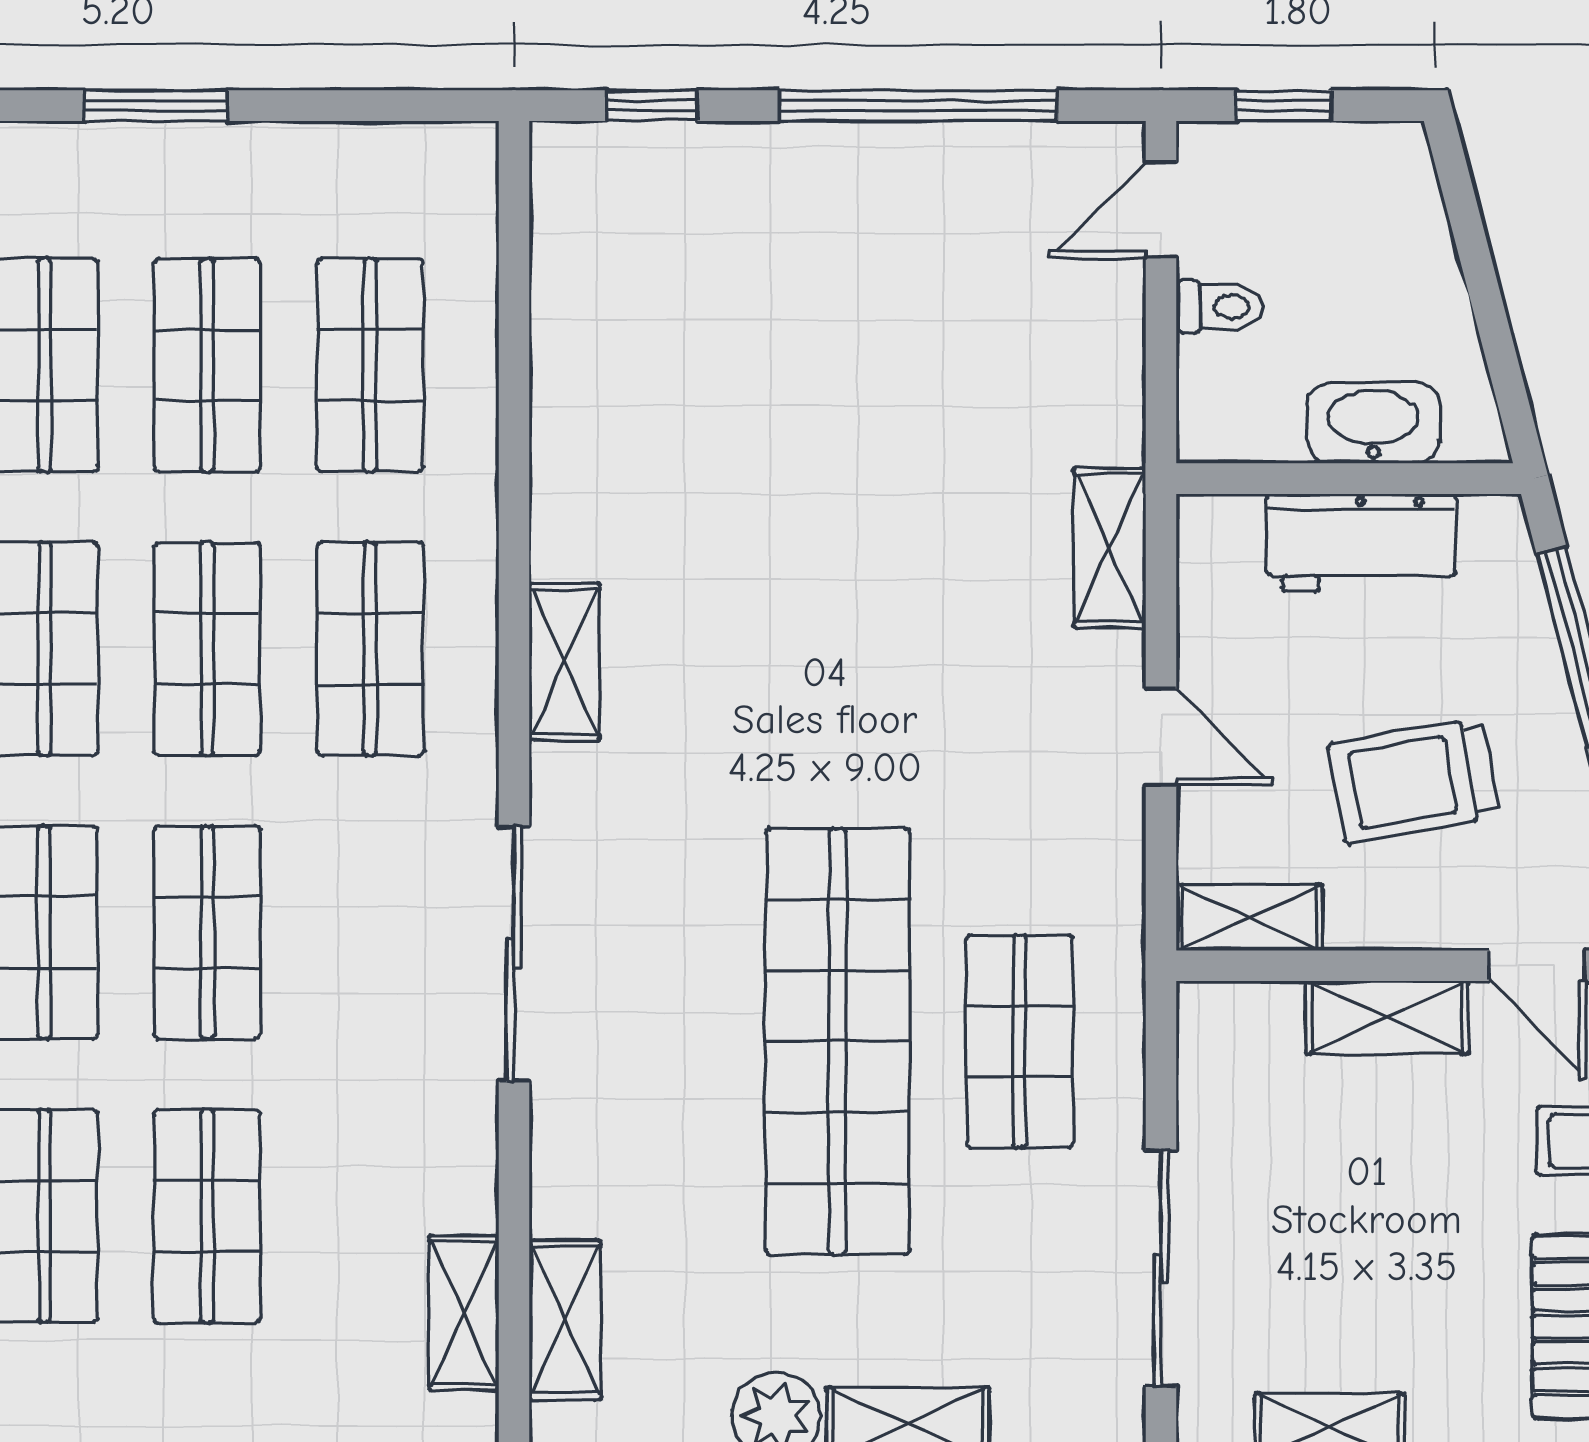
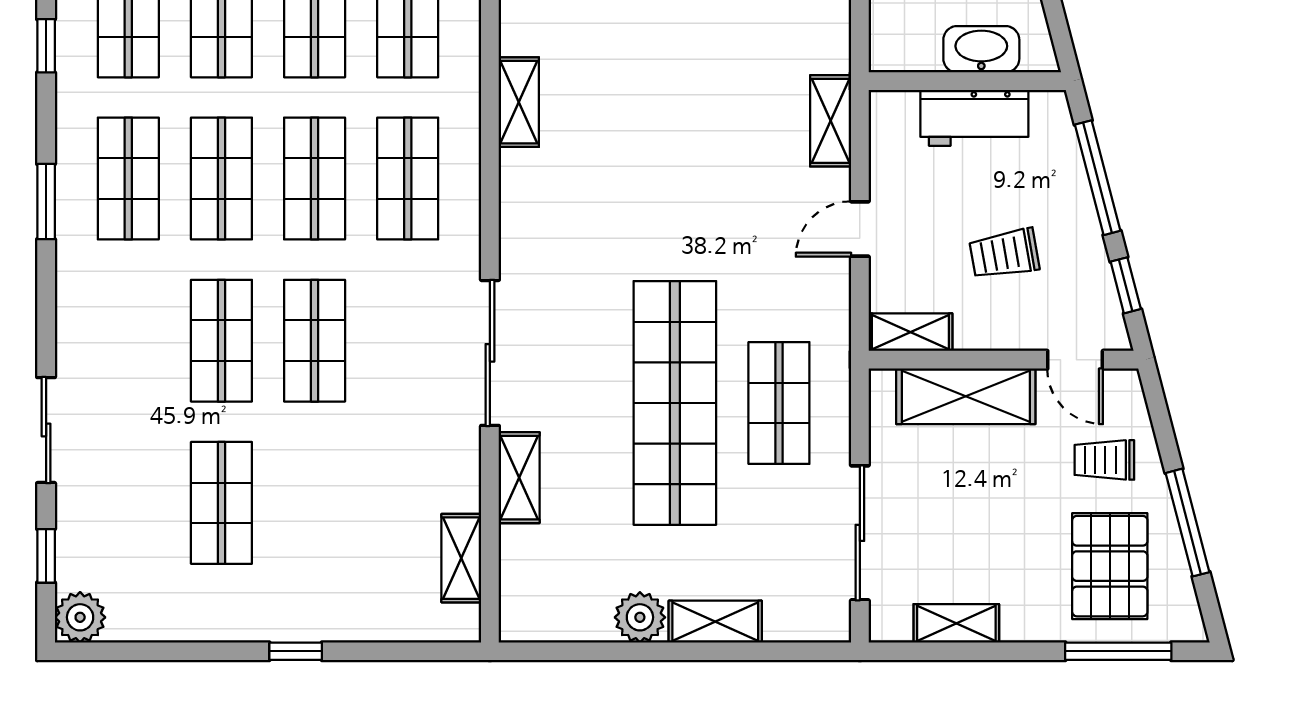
shelving: (564, 662) -> (519, 102), moved
door: (1161, 737) -> (860, 229), swing flipped
trolley: (1414, 781) -> (1004, 254), width x0.73, depth x0.72
shelving: (1387, 1017) -> (966, 396), width x1.50, depth x1.33
shop shelf: (207, 1216) -> (315, 503), removed
shelving: (565, 1320) -> (519, 478), moved

